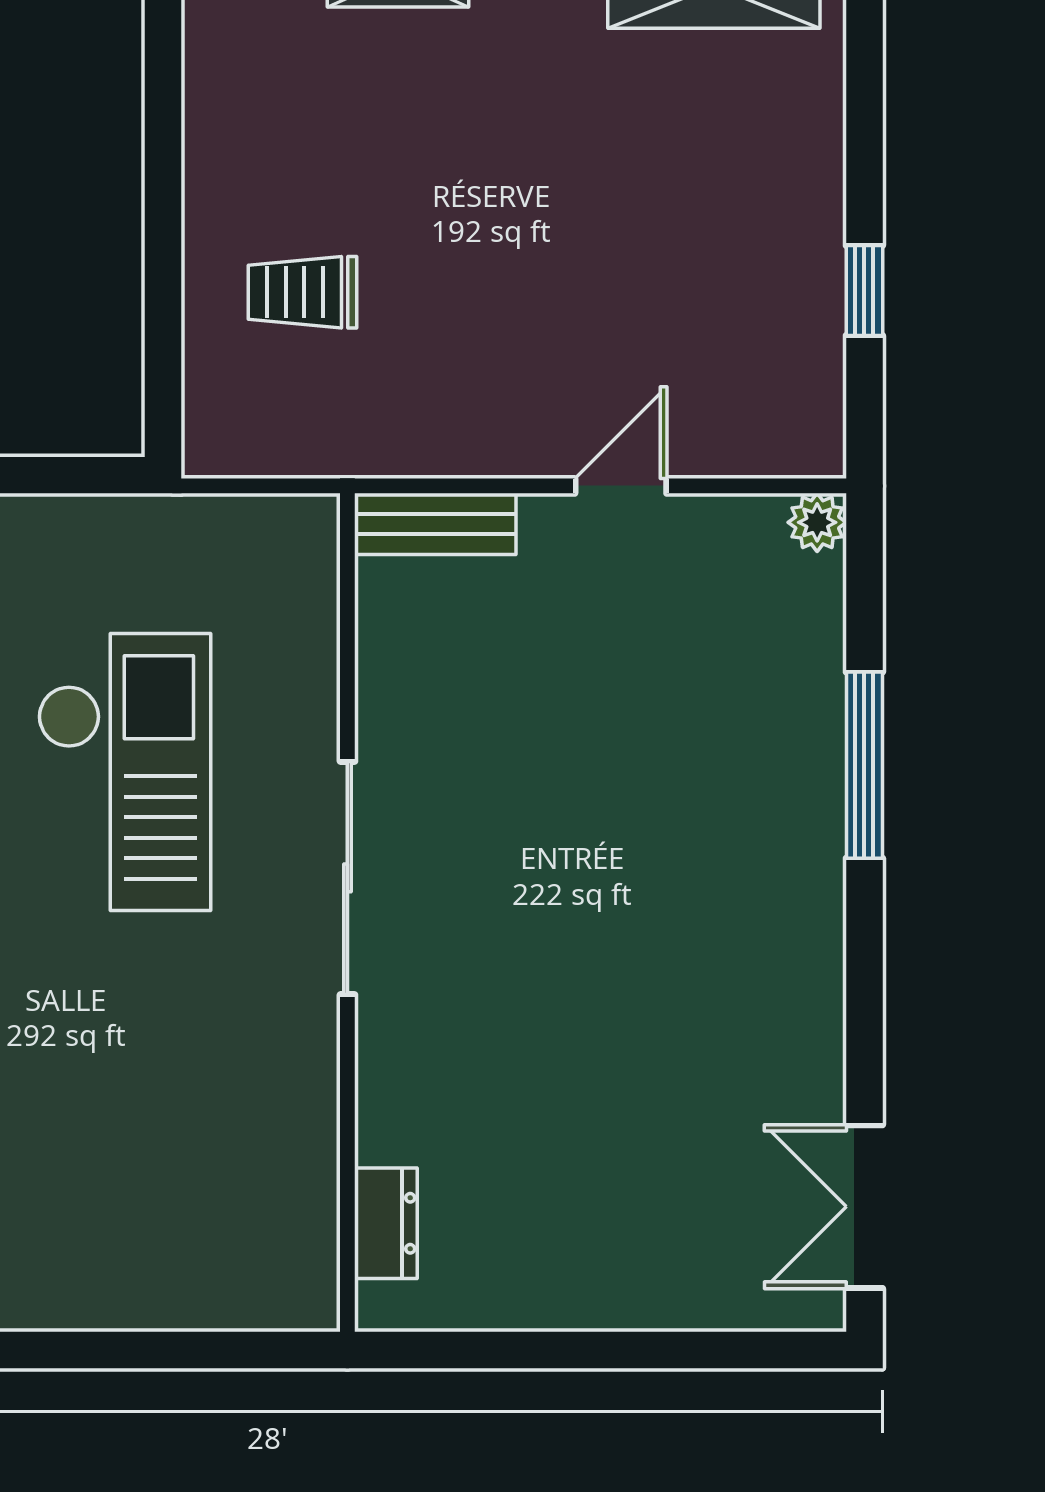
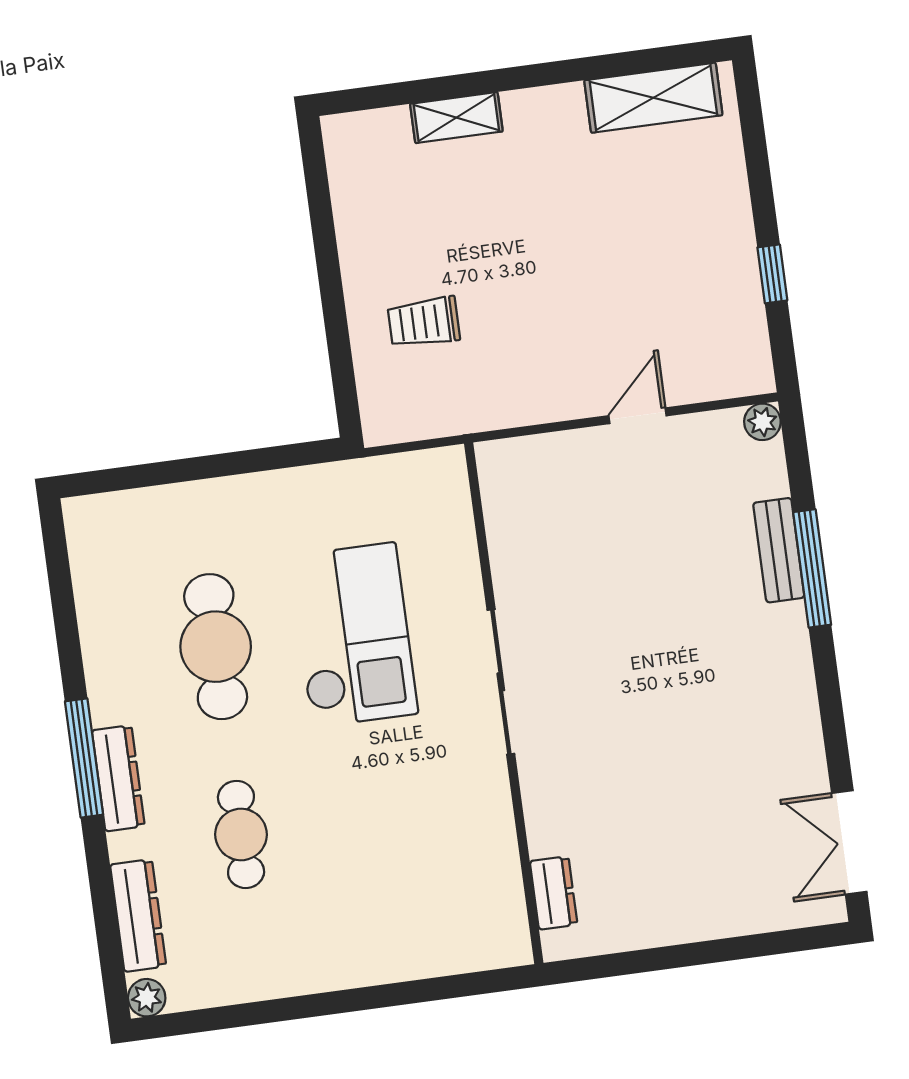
bench: (435, 524) -> (779, 550), moved, turned 90

